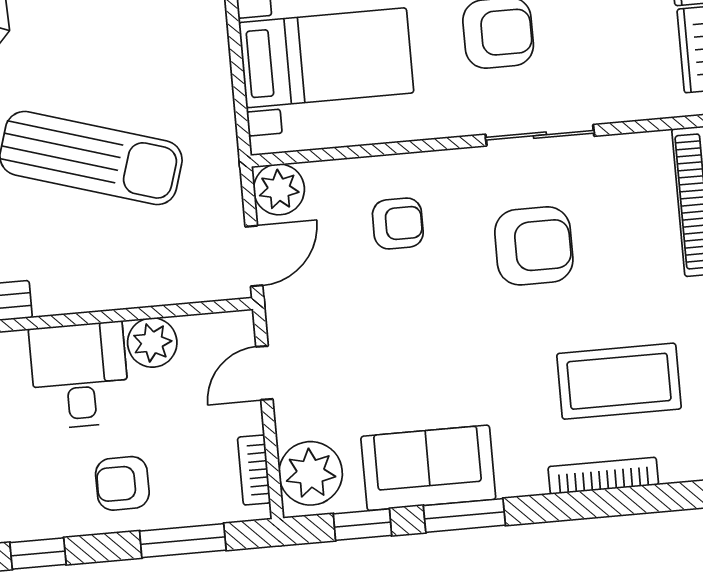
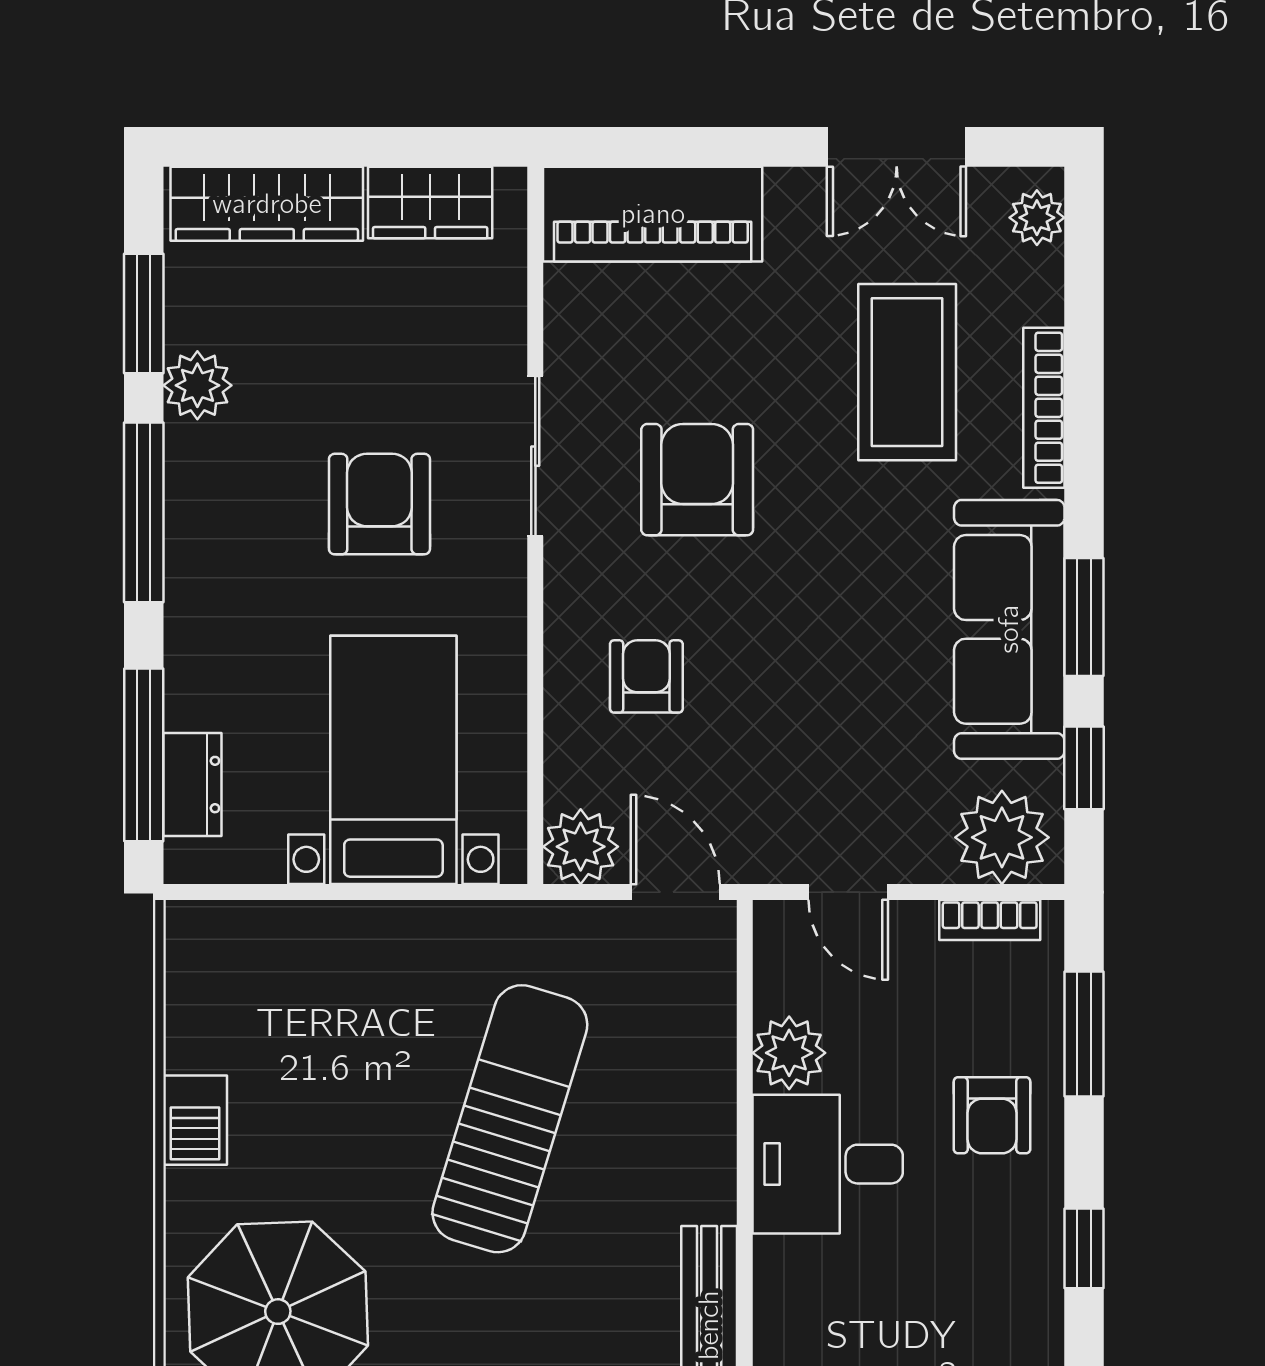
sofa: (428, 468) -> (1009, 629), width x1.36

